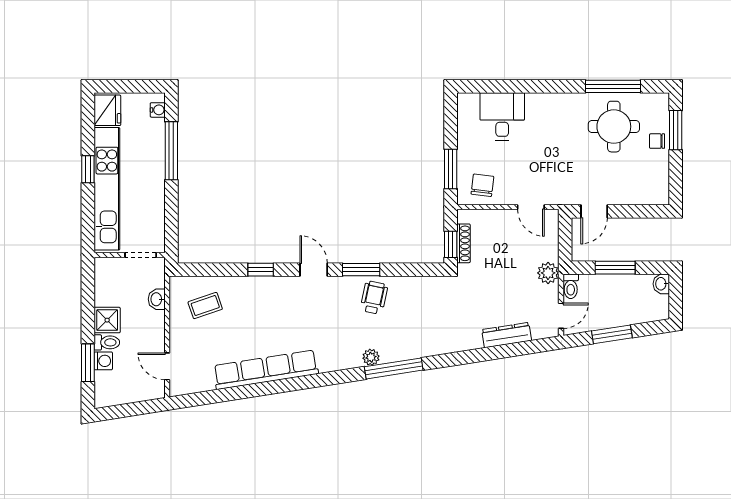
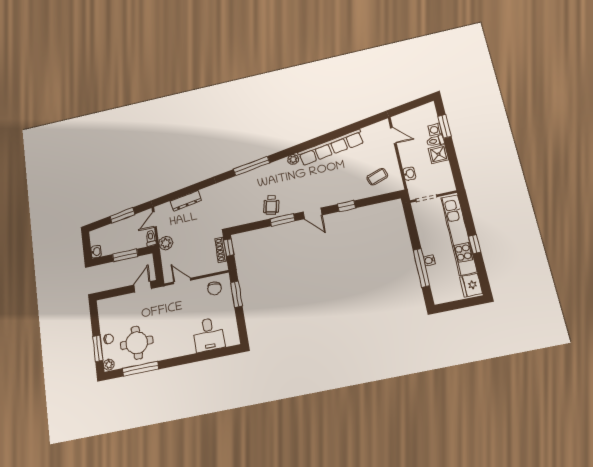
plant: (661, 102) -> (109, 365), added
water cooler: (158, 110) -> (429, 260), moved
plant: (371, 357) -> (293, 159), moved

